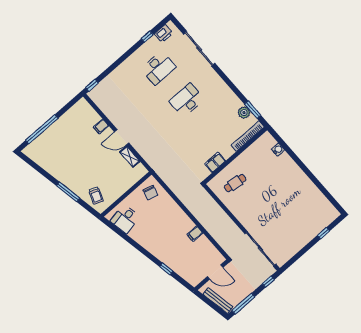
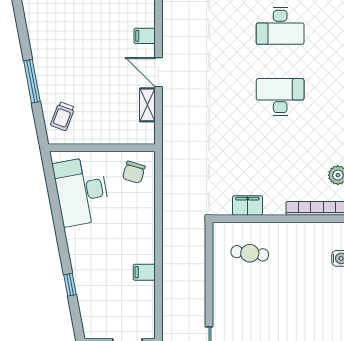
desk: (125, 219) -> (82, 191), width x1.87, depth x1.30

